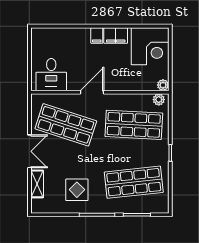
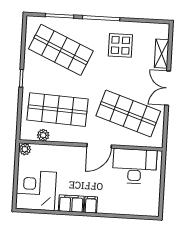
desk: (51, 75) -> (135, 166), width x1.37
plant: (159, 100) -> (43, 135), moved
shop shelf: (134, 182) -> (61, 50), turned 30

